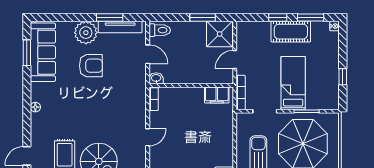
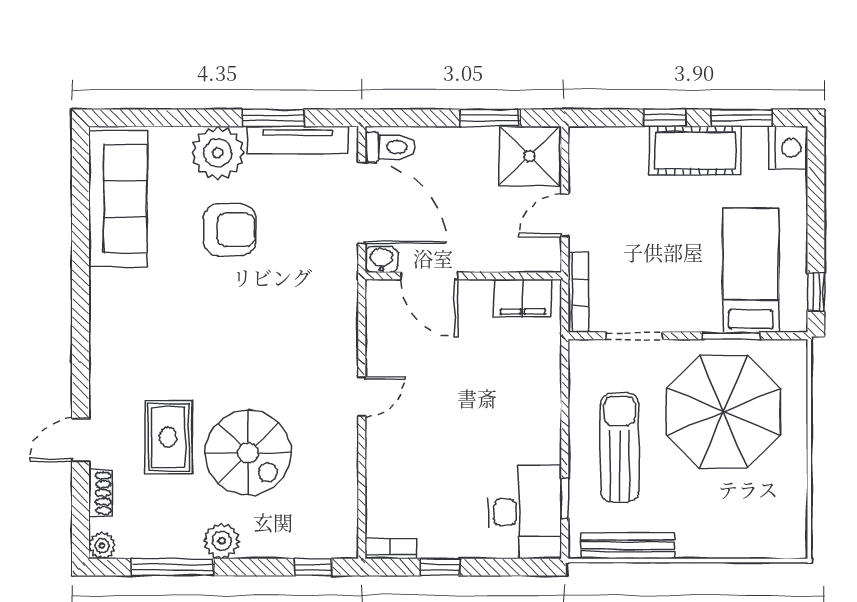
nightstand: (334, 26) -> (788, 148), width x1.89, depth x1.79
window: (27, 53) -> (81, 200), removed
door: (148, 54) -> (362, 203), width x1.88
window: (343, 77) -> (816, 292), moved
bed: (293, 83) -> (751, 270), moved
door: (177, 85) -> (429, 276), added
bookcase: (154, 99) -> (376, 308), removed
floor lamp: (35, 107) -> (100, 326), removed

